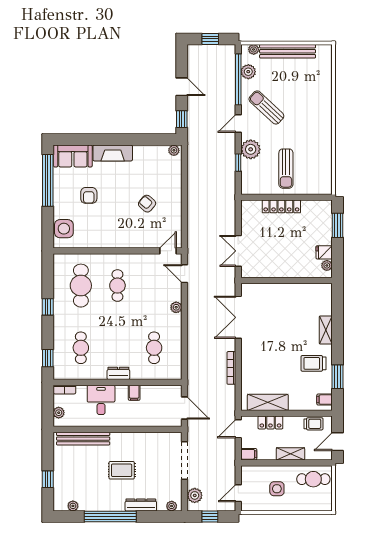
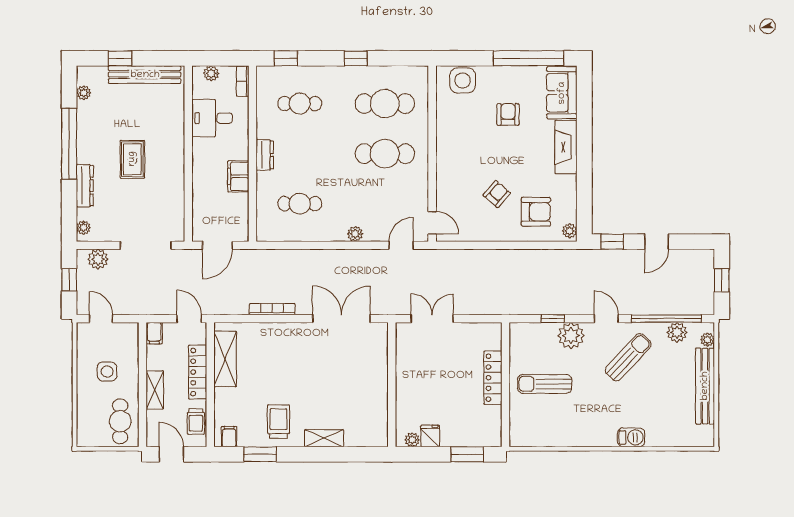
barbecue: (325, 105) -> (631, 437), added
armchair: (160, 175) -> (536, 212), added
armchair: (89, 195) -> (508, 114), turned 90
cafe table: (117, 286) -> (385, 154), width x1.37, depth x1.35
filing cabinet: (134, 393) -> (238, 176), width x2.00
desk: (101, 400) -> (212, 118), moved, turned 180
locker: (270, 422) -> (198, 372), width x1.53
bench: (83, 439) -> (145, 75), moved, turned 90

